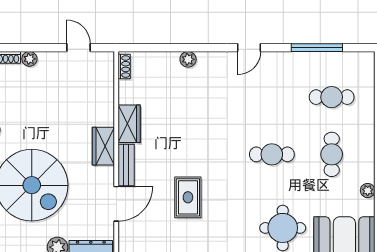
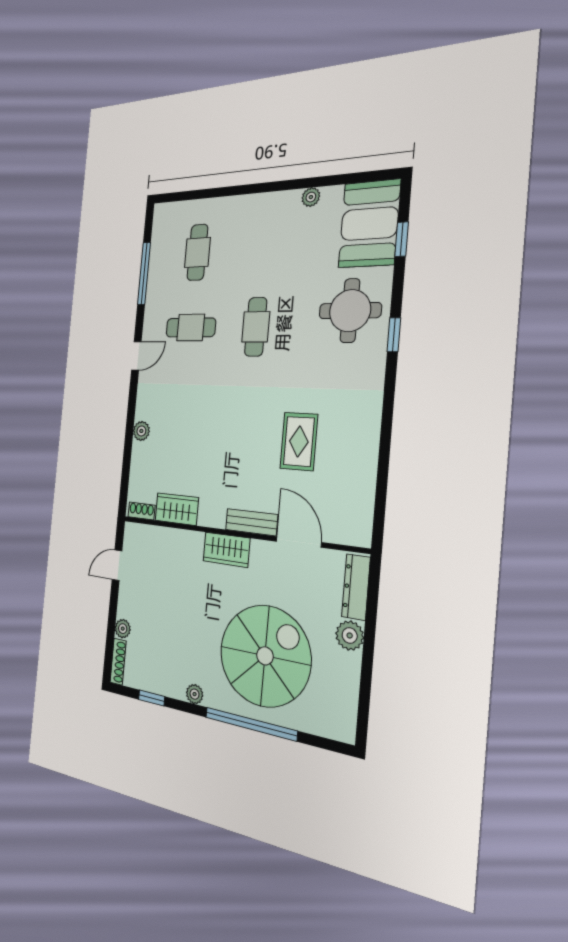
door: (249, 48) -> (136, 356), hinge flipped
wardrobe: (129, 124) -> (177, 509), moved
cafe table: (332, 154) -> (191, 328), moved
rug: (188, 197) -> (299, 441), turned 90

